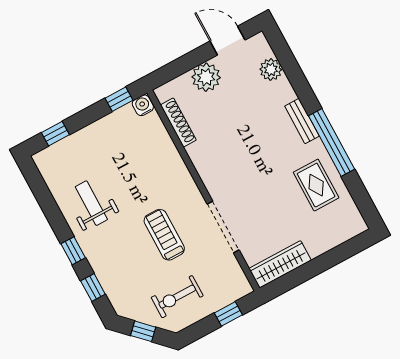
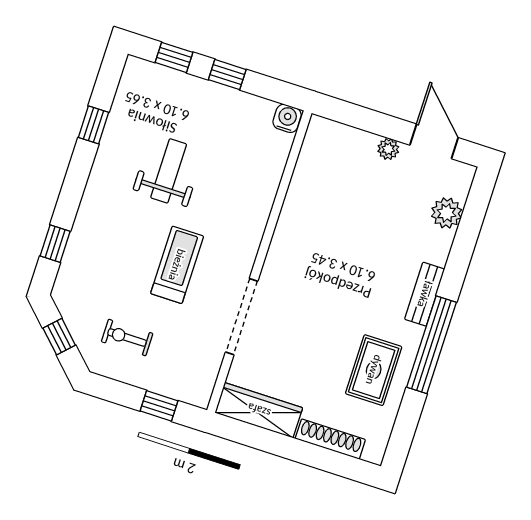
plant: (206, 77) -> (388, 149), width x0.53, depth x0.53
window: (119, 99) -> (227, 75), moved
shoe rack: (178, 122) -> (330, 439), moved, turned -90
weight bench: (91, 203) -> (169, 171), moved
window: (73, 251) -> (94, 125), moved
exercise bike: (177, 297) -> (127, 338), width x0.73, depth x0.72

